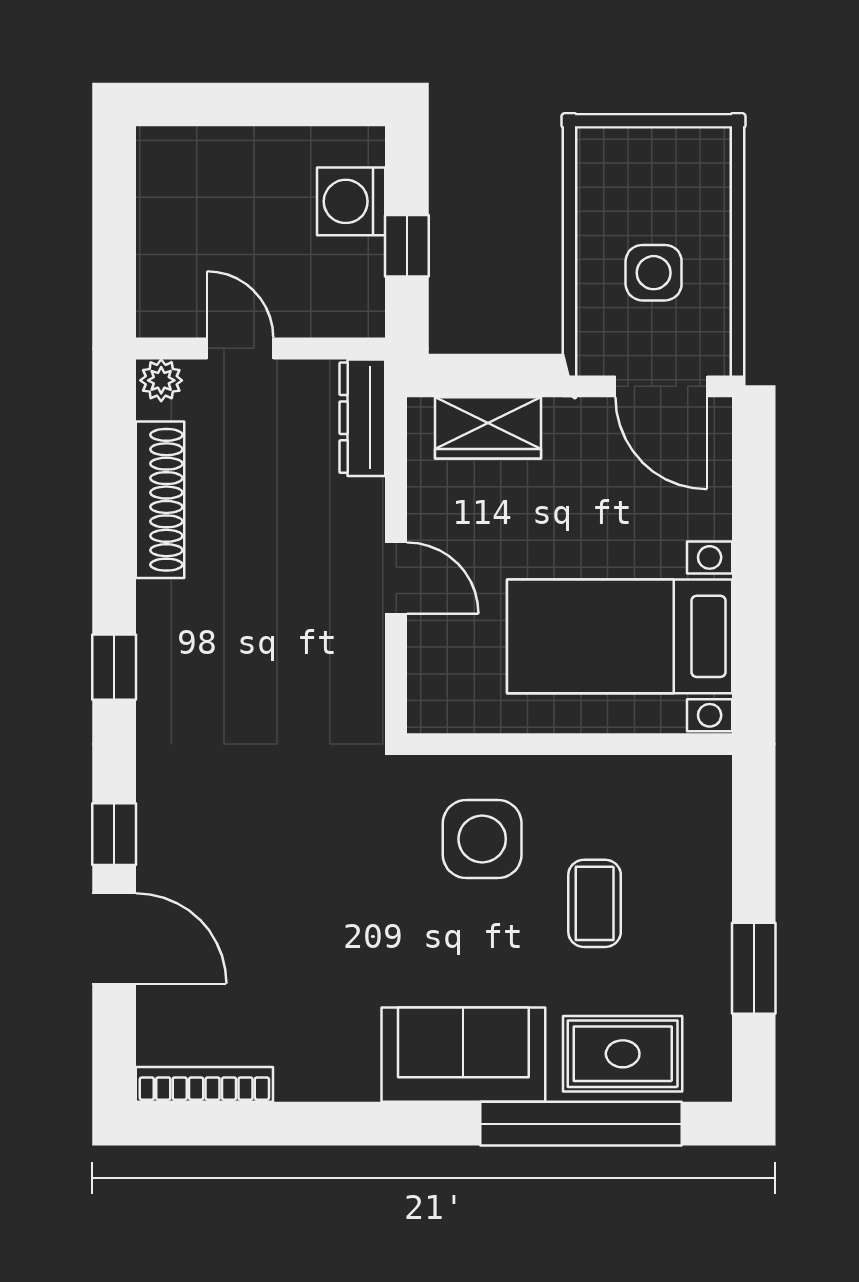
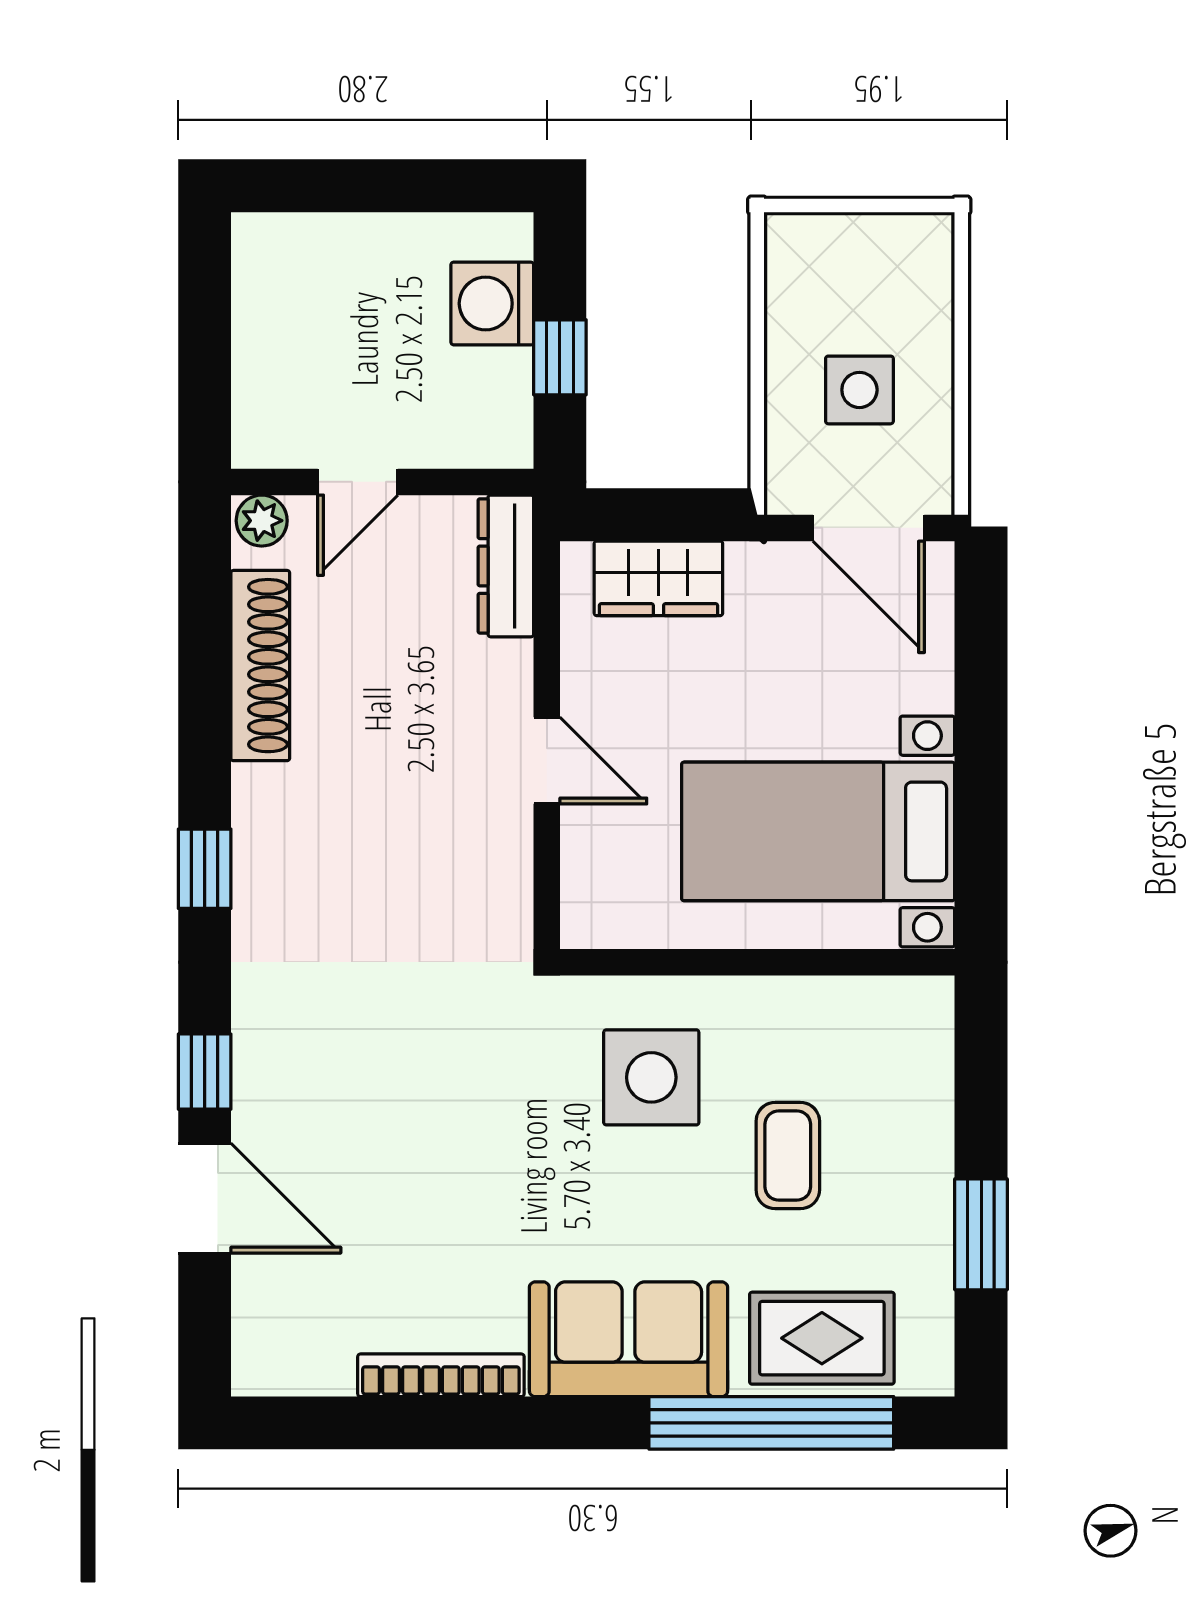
door: (240, 348) -> (358, 482), swing flipped
bookcase: (204, 1084) -> (441, 1375), moved

